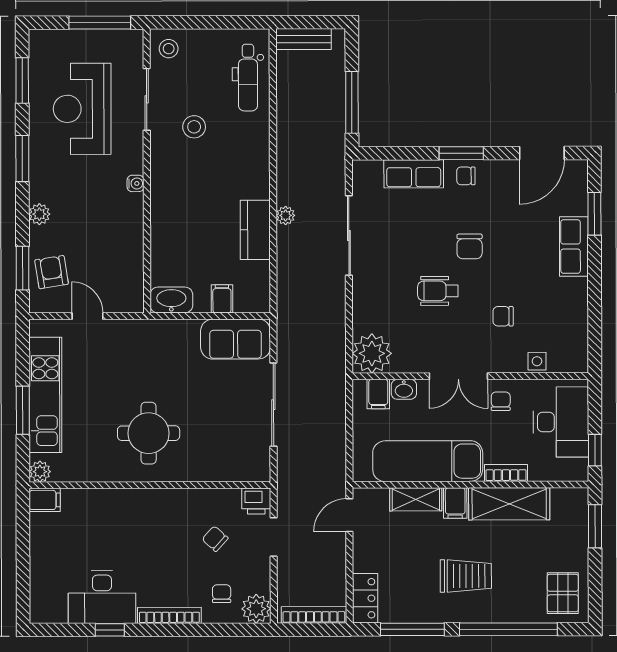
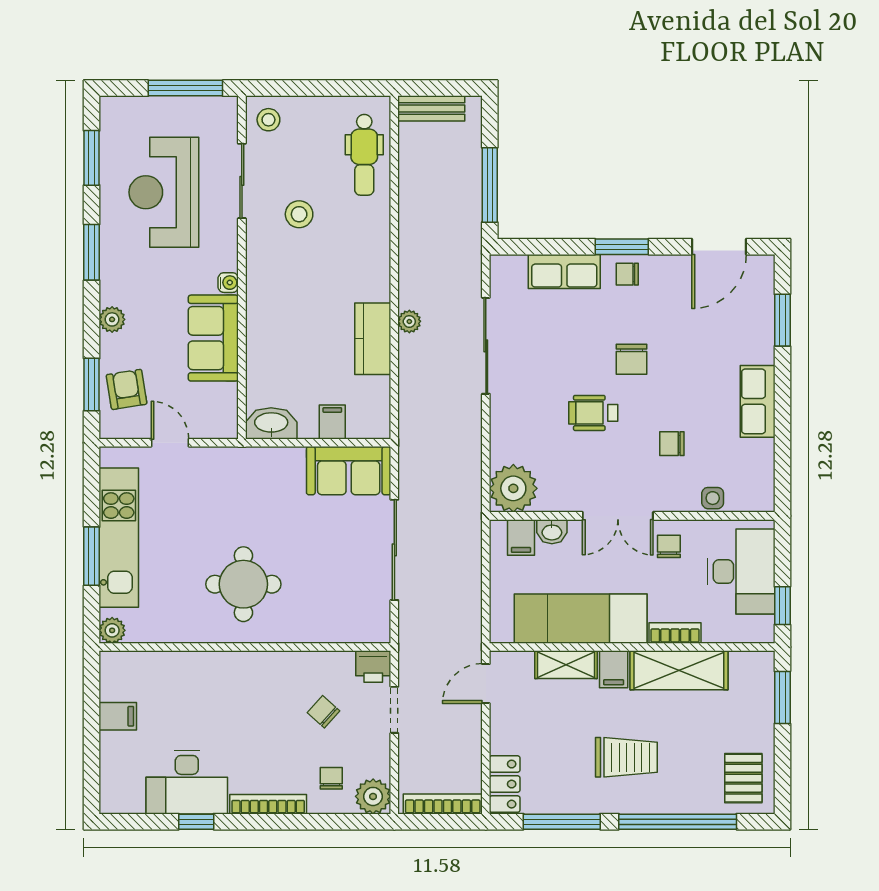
sofa: (123, 229) -> (213, 338), added
row of seats: (574, 247) -> (758, 401), moved
filing cabinet: (45, 500) -> (118, 716), moved

